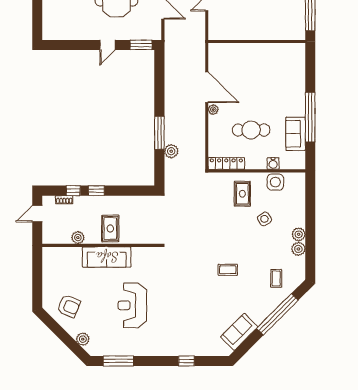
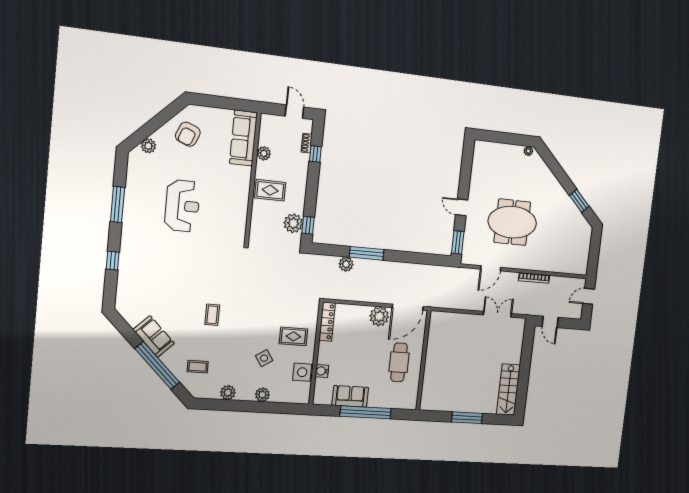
wall: (257, 41) -> (423, 360), moved
plant: (213, 110) -> (379, 316), width x1.88, depth x1.88
cafe table: (251, 130) -> (399, 362), moved
window: (96, 191) -> (308, 225), moved
plant: (138, 204) -> (293, 223), added
plant: (299, 234) -> (262, 395), moved
sofa: (107, 257) -> (244, 138), moved
reception desk: (132, 305) -> (182, 206), turned 90
sofa: (239, 332) -> (154, 336), moved
window: (118, 361) -> (118, 204), moved

